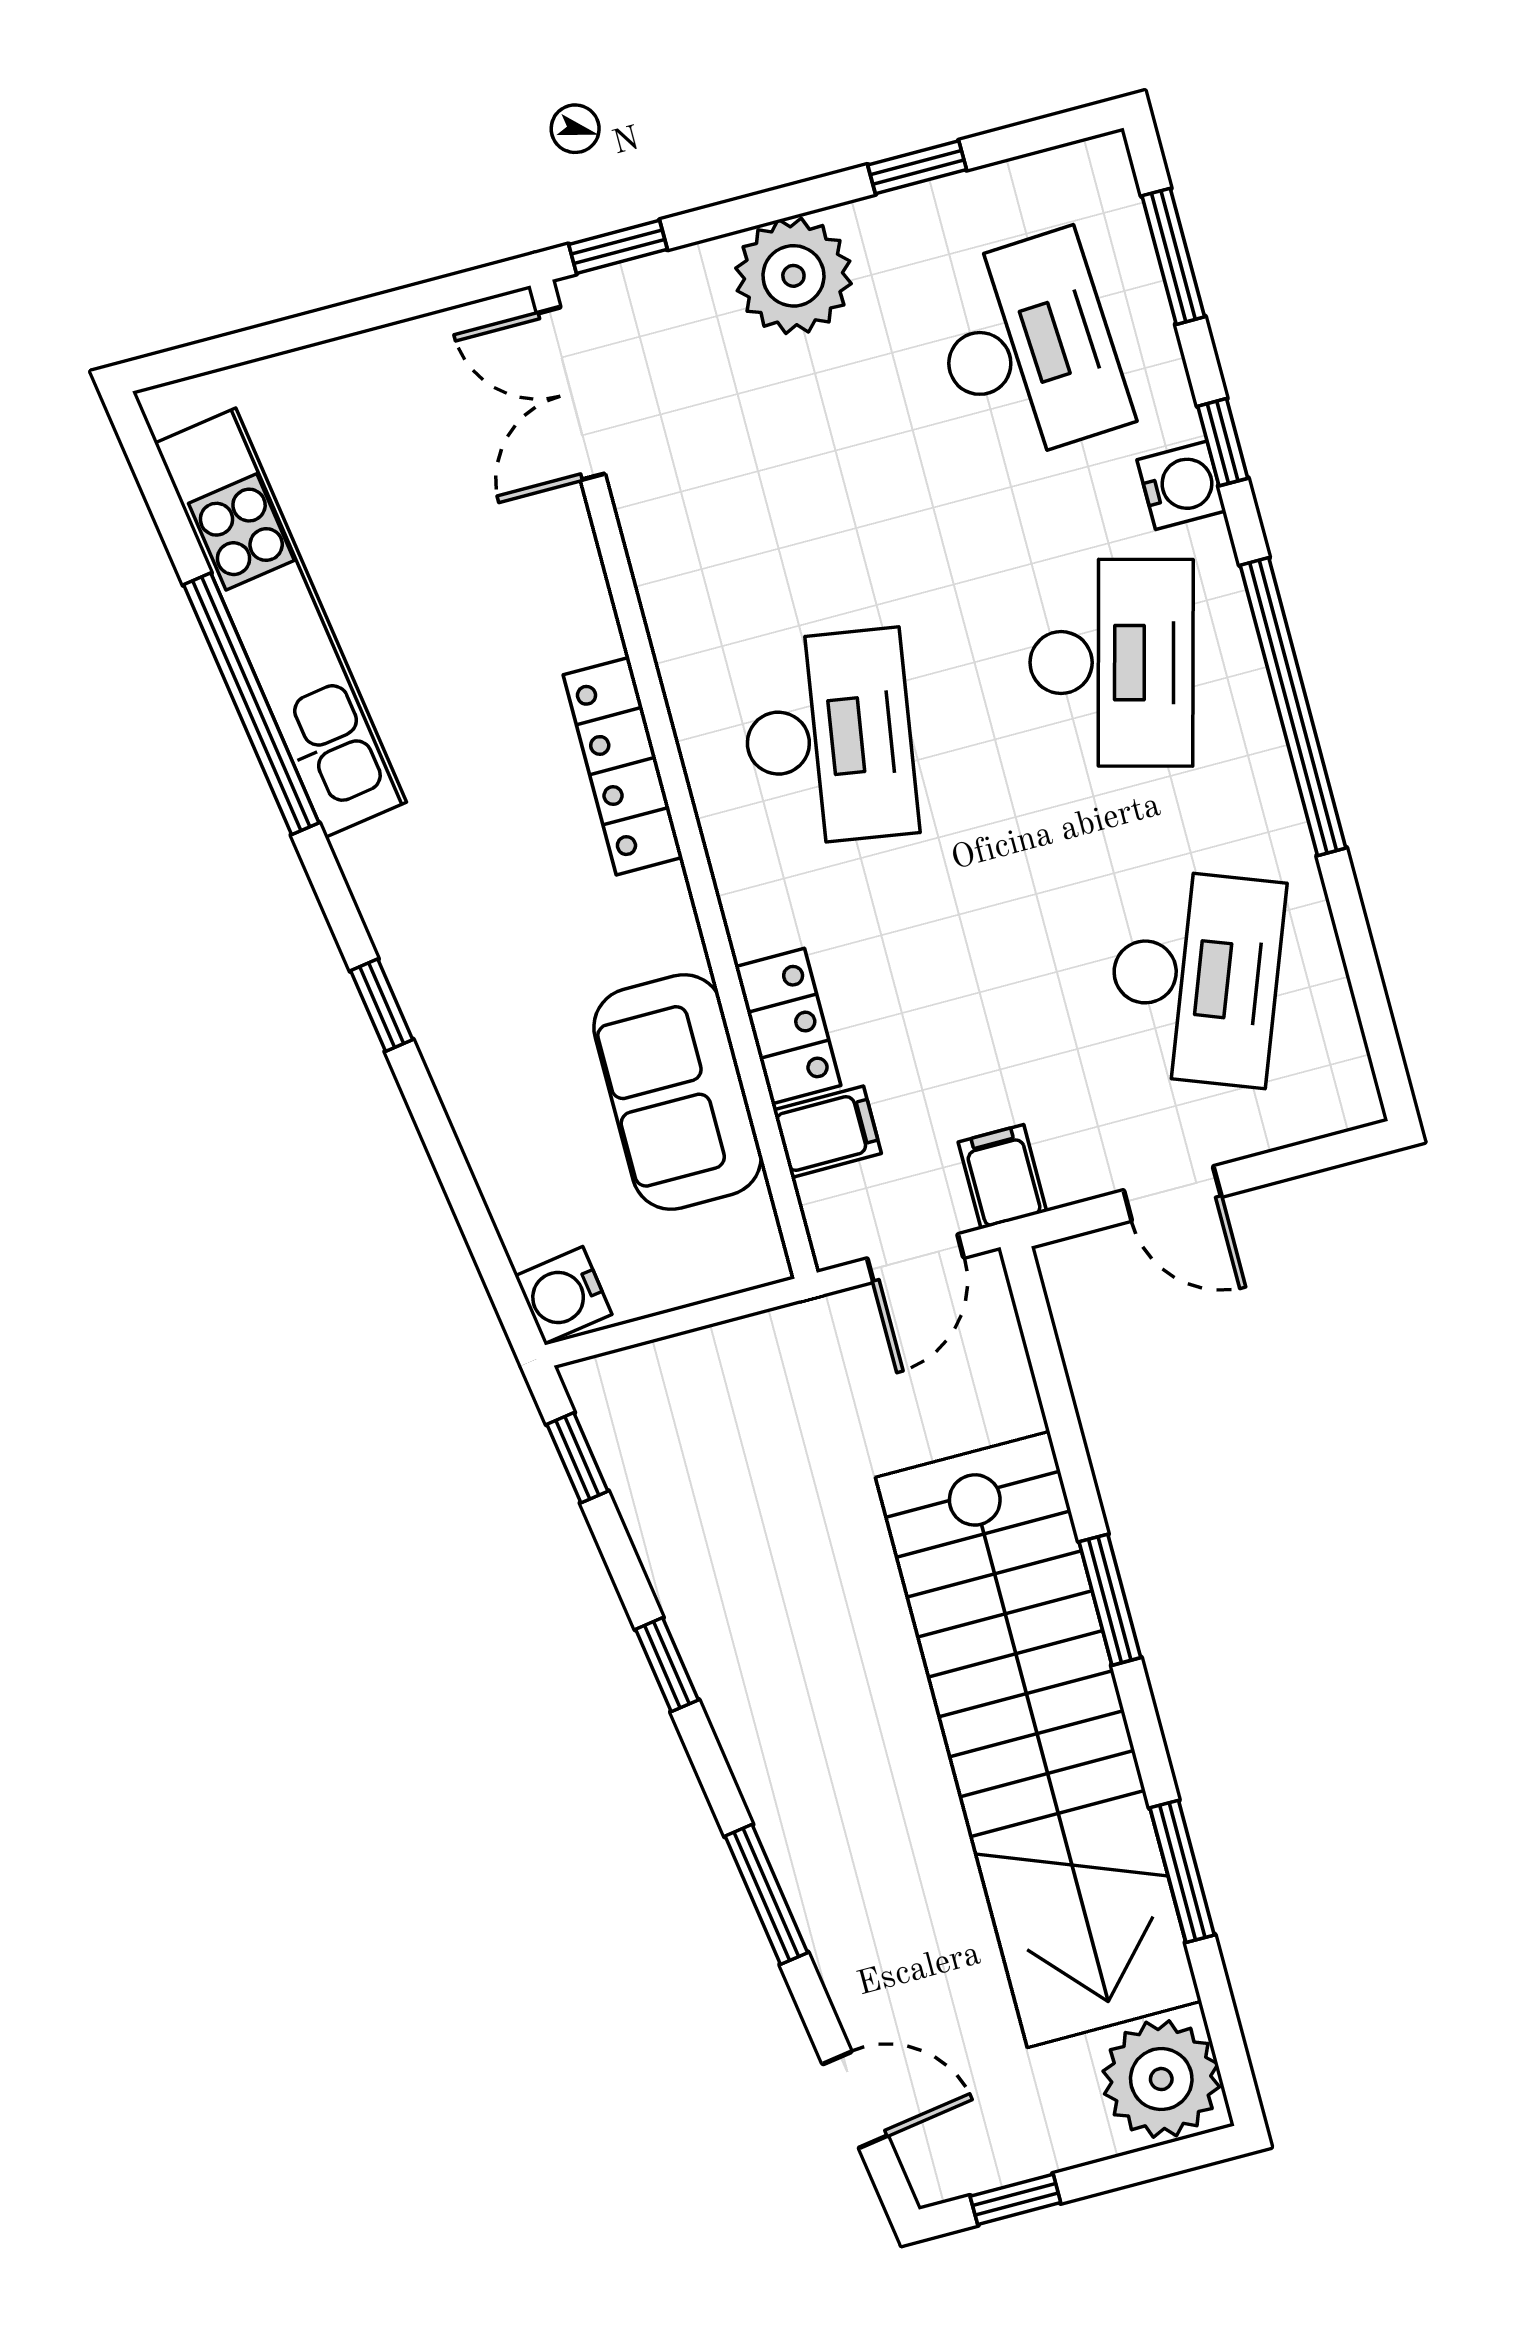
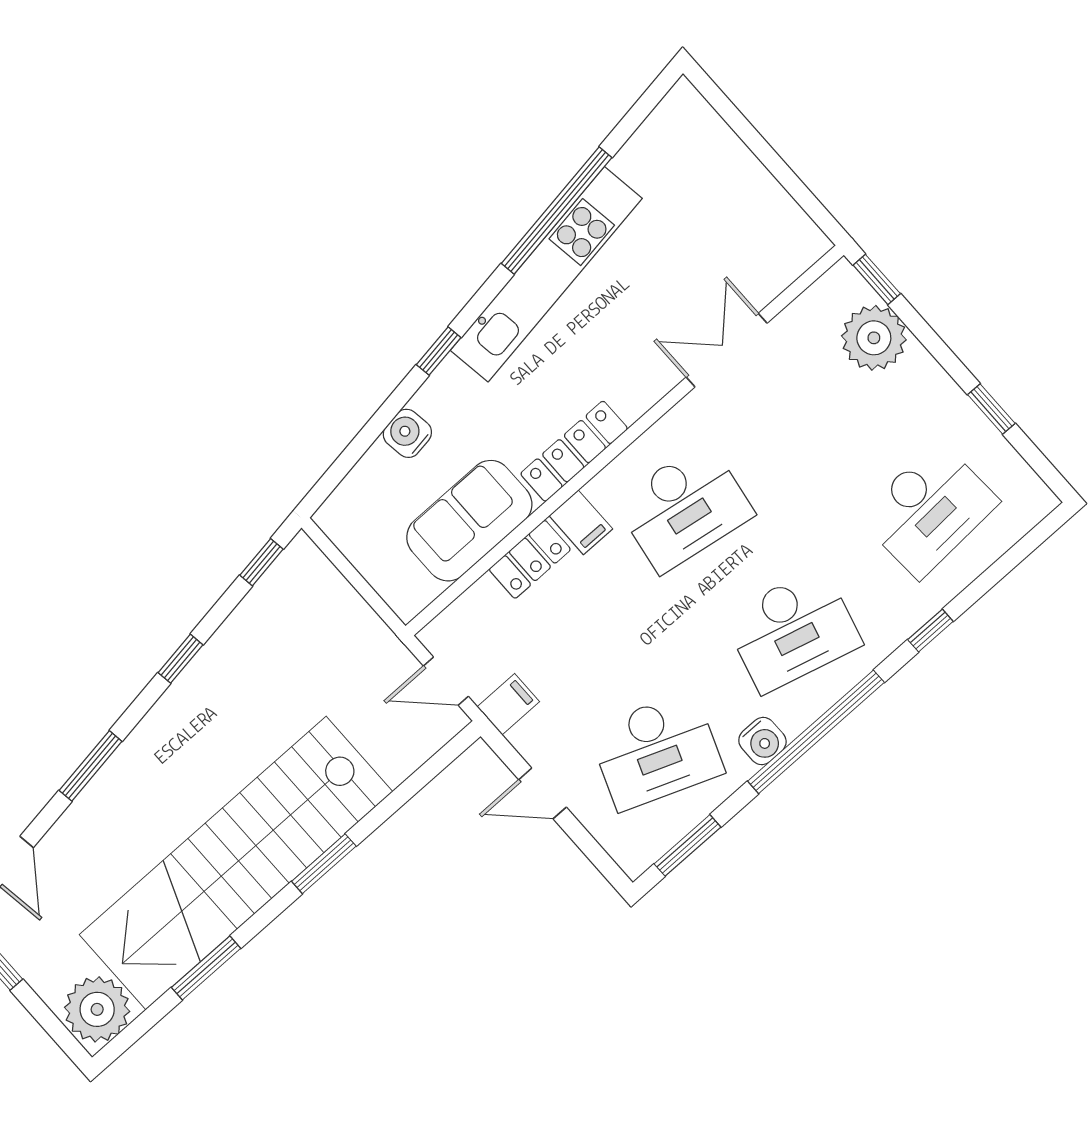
window: (1173, 256) -> (688, 845), moved
plant: (793, 276) -> (874, 338), moved
double door: (571, 393) -> (727, 350), moved
water cooler: (1181, 485) -> (762, 741), moved
kitchen unit: (281, 623) -> (546, 274), moved
locker: (623, 766) -> (574, 451), moved
filing cabinet: (827, 1132) -> (581, 522), moved
door: (1172, 1194) -> (542, 793), hinge flipped
water cooler: (564, 1295) -> (407, 433), moved

